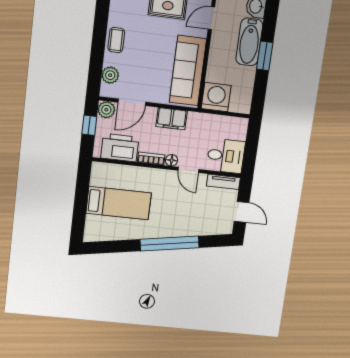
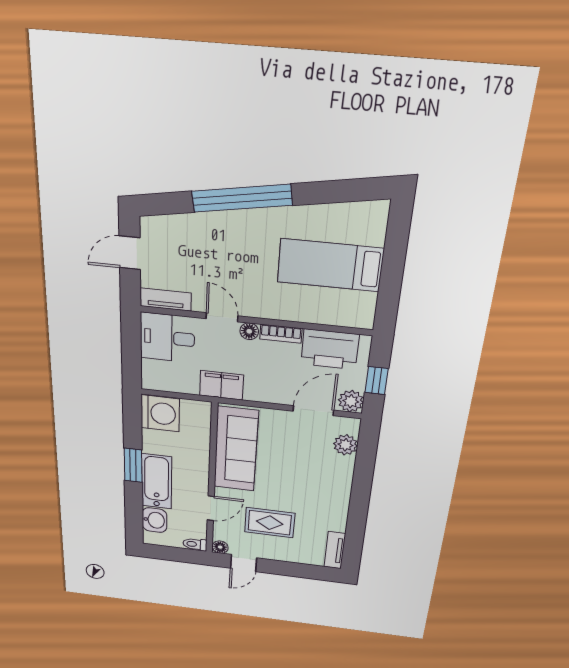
coffee table: (116, 40) -> (337, 486), removed
washing machine: (216, 97) -> (160, 413), moved, turned -90
filing cabinet: (172, 119) -> (221, 385), moved
door: (241, 212) -> (130, 253), hinge flipped

